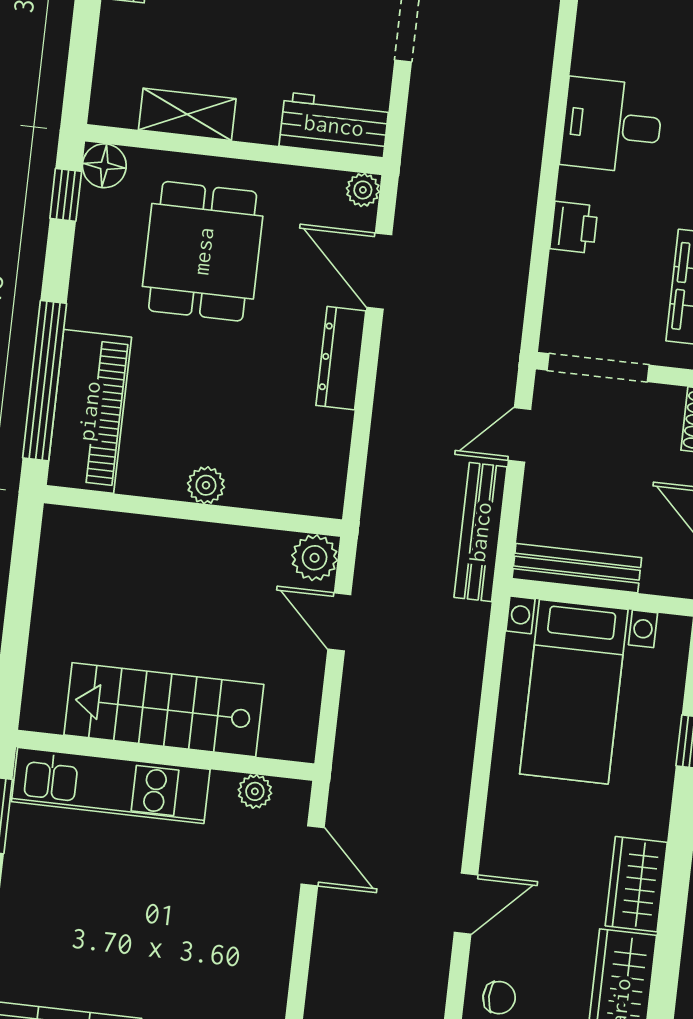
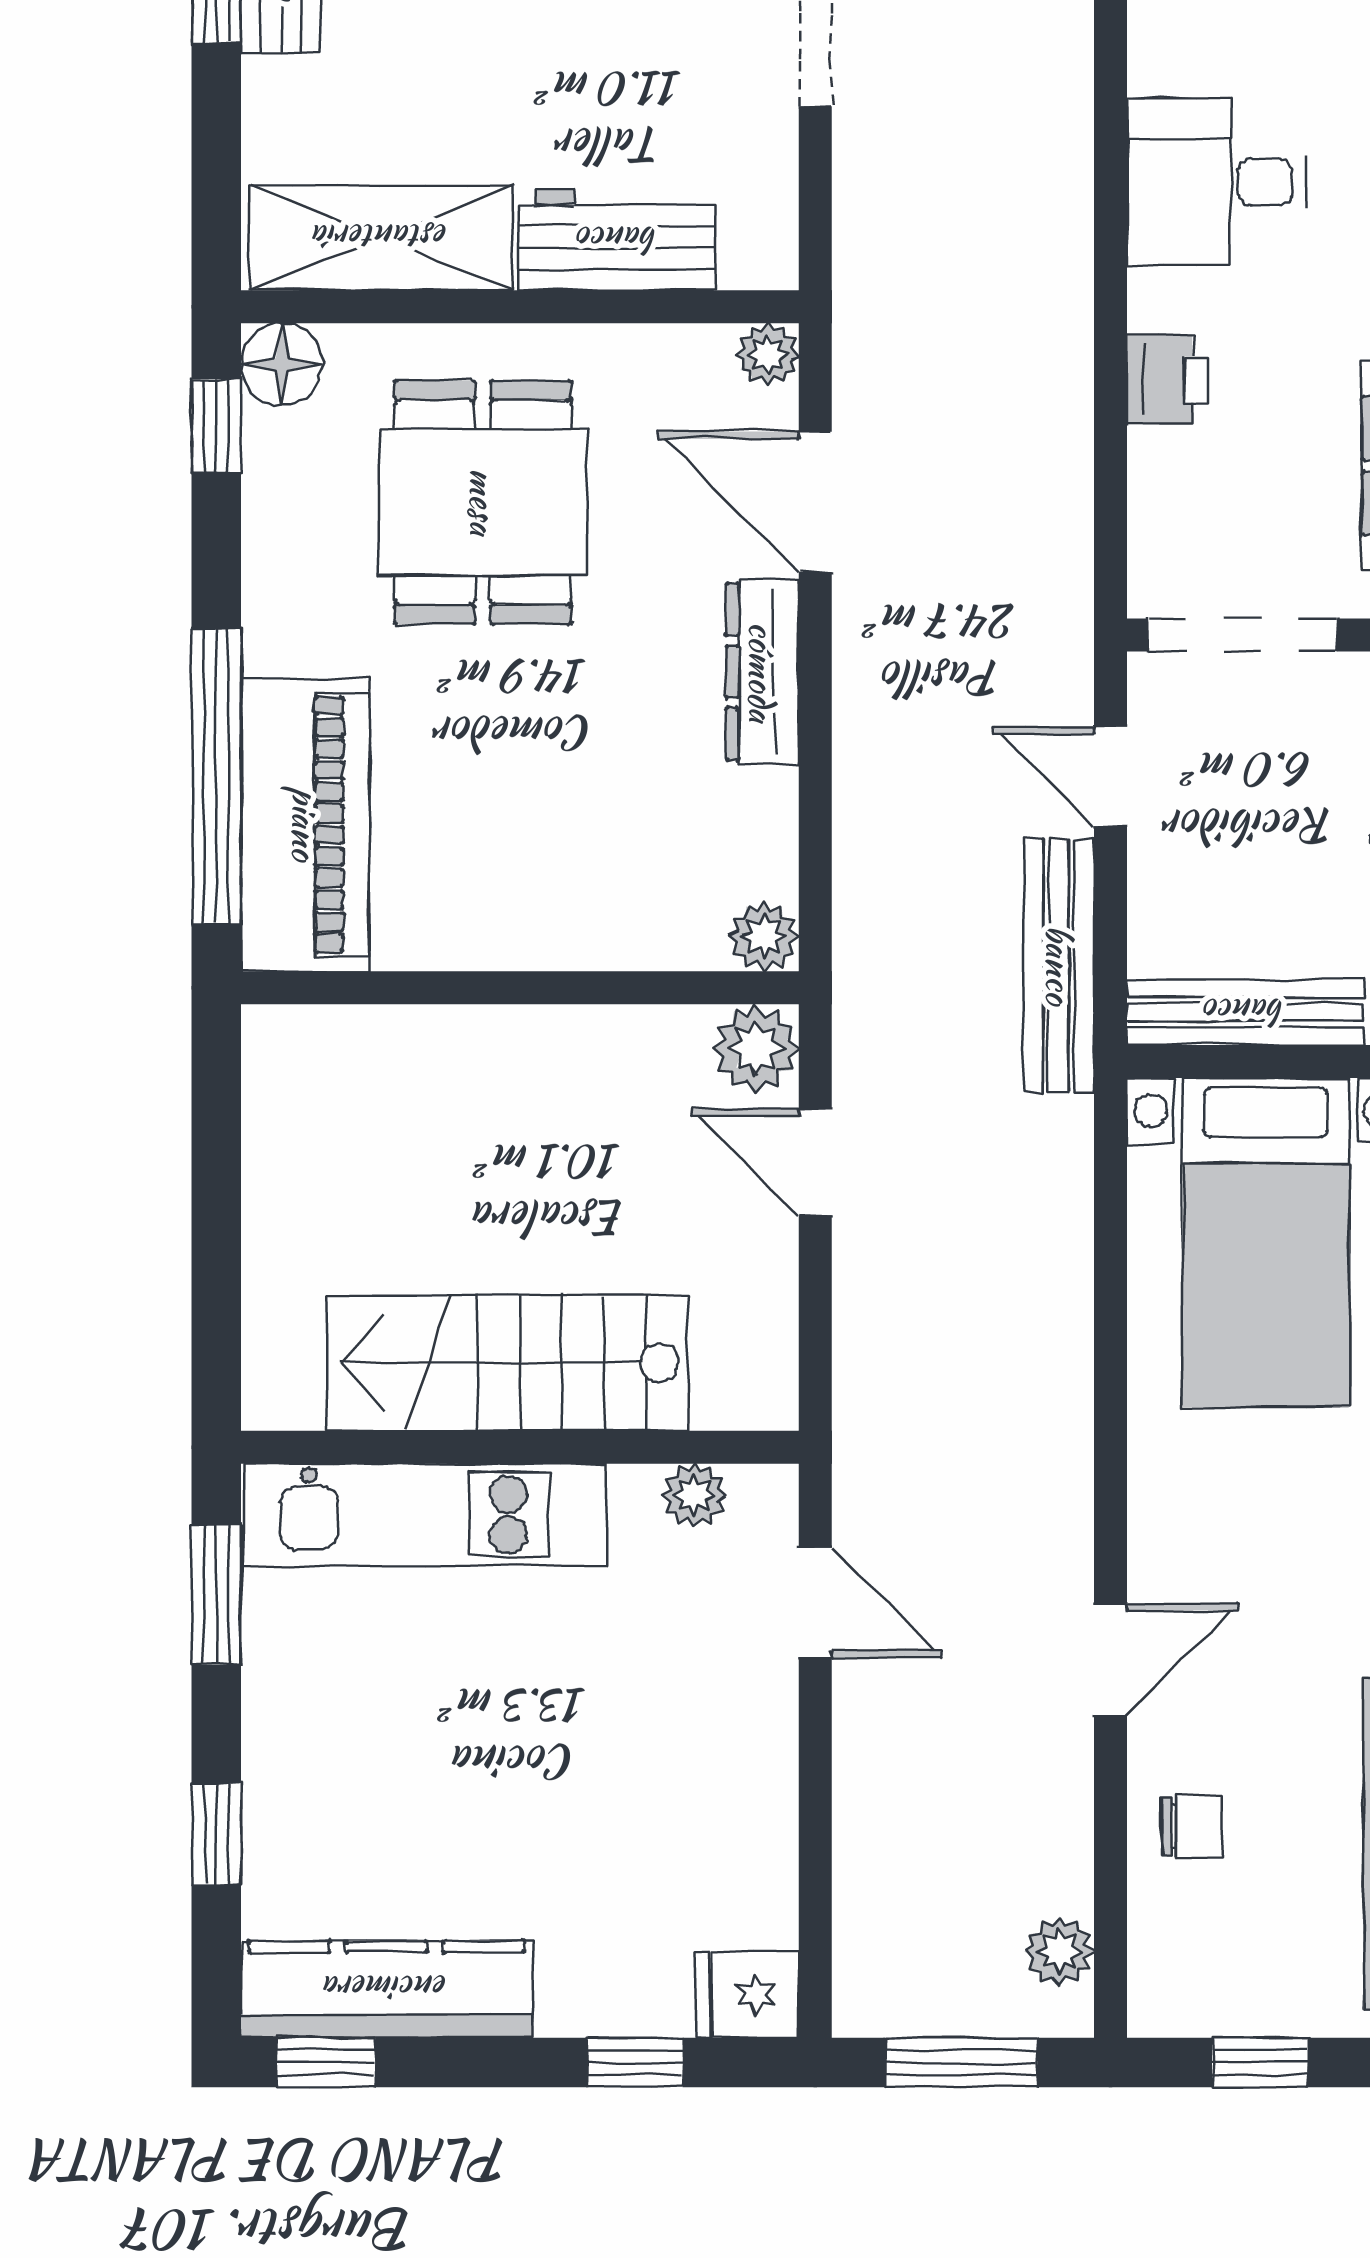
shelving: (187, 114) -> (381, 238), width x1.50, depth x1.33
workbench: (334, 125) -> (618, 240), moved
door: (519, 435) -> (1111, 776), hinge flipped
plant: (206, 485) -> (764, 936), moved

